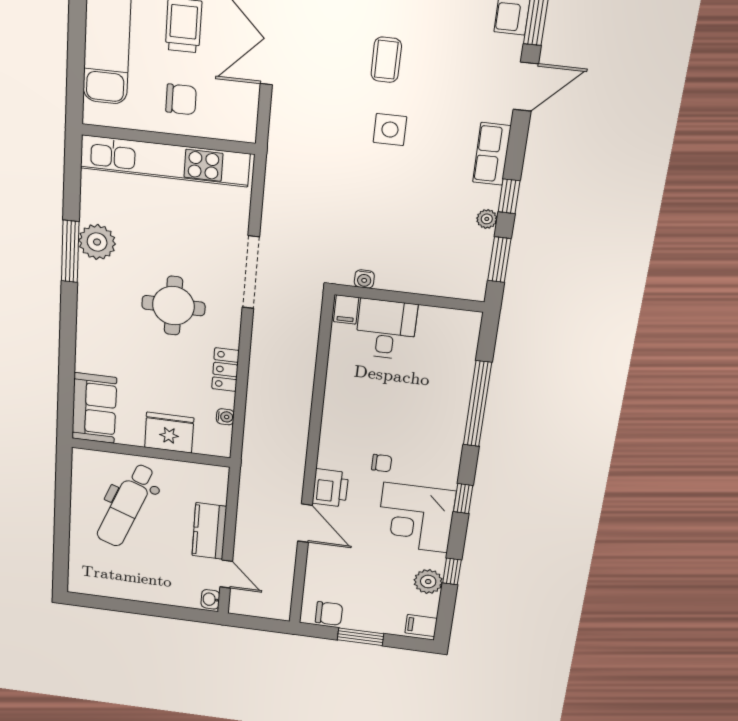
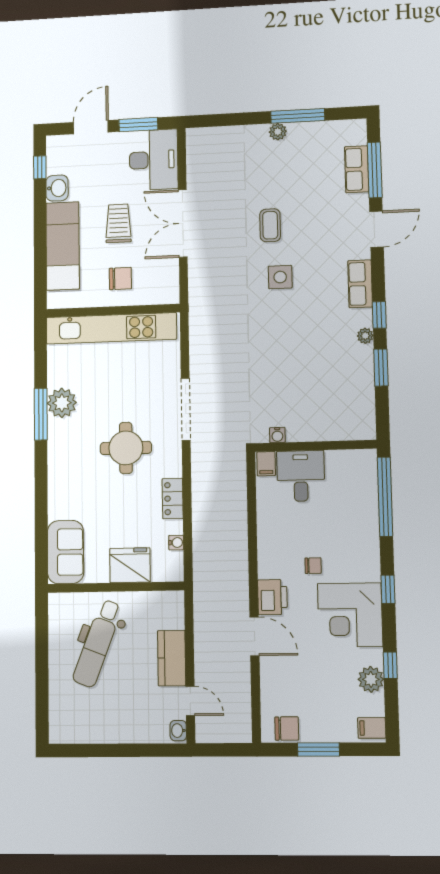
water cooler: (364, 279) -> (277, 435), moved
wall: (409, 298) -> (315, 446), moved
filing cabinet: (346, 310) -> (266, 464), moved
desk: (386, 329) -> (301, 476), moved

